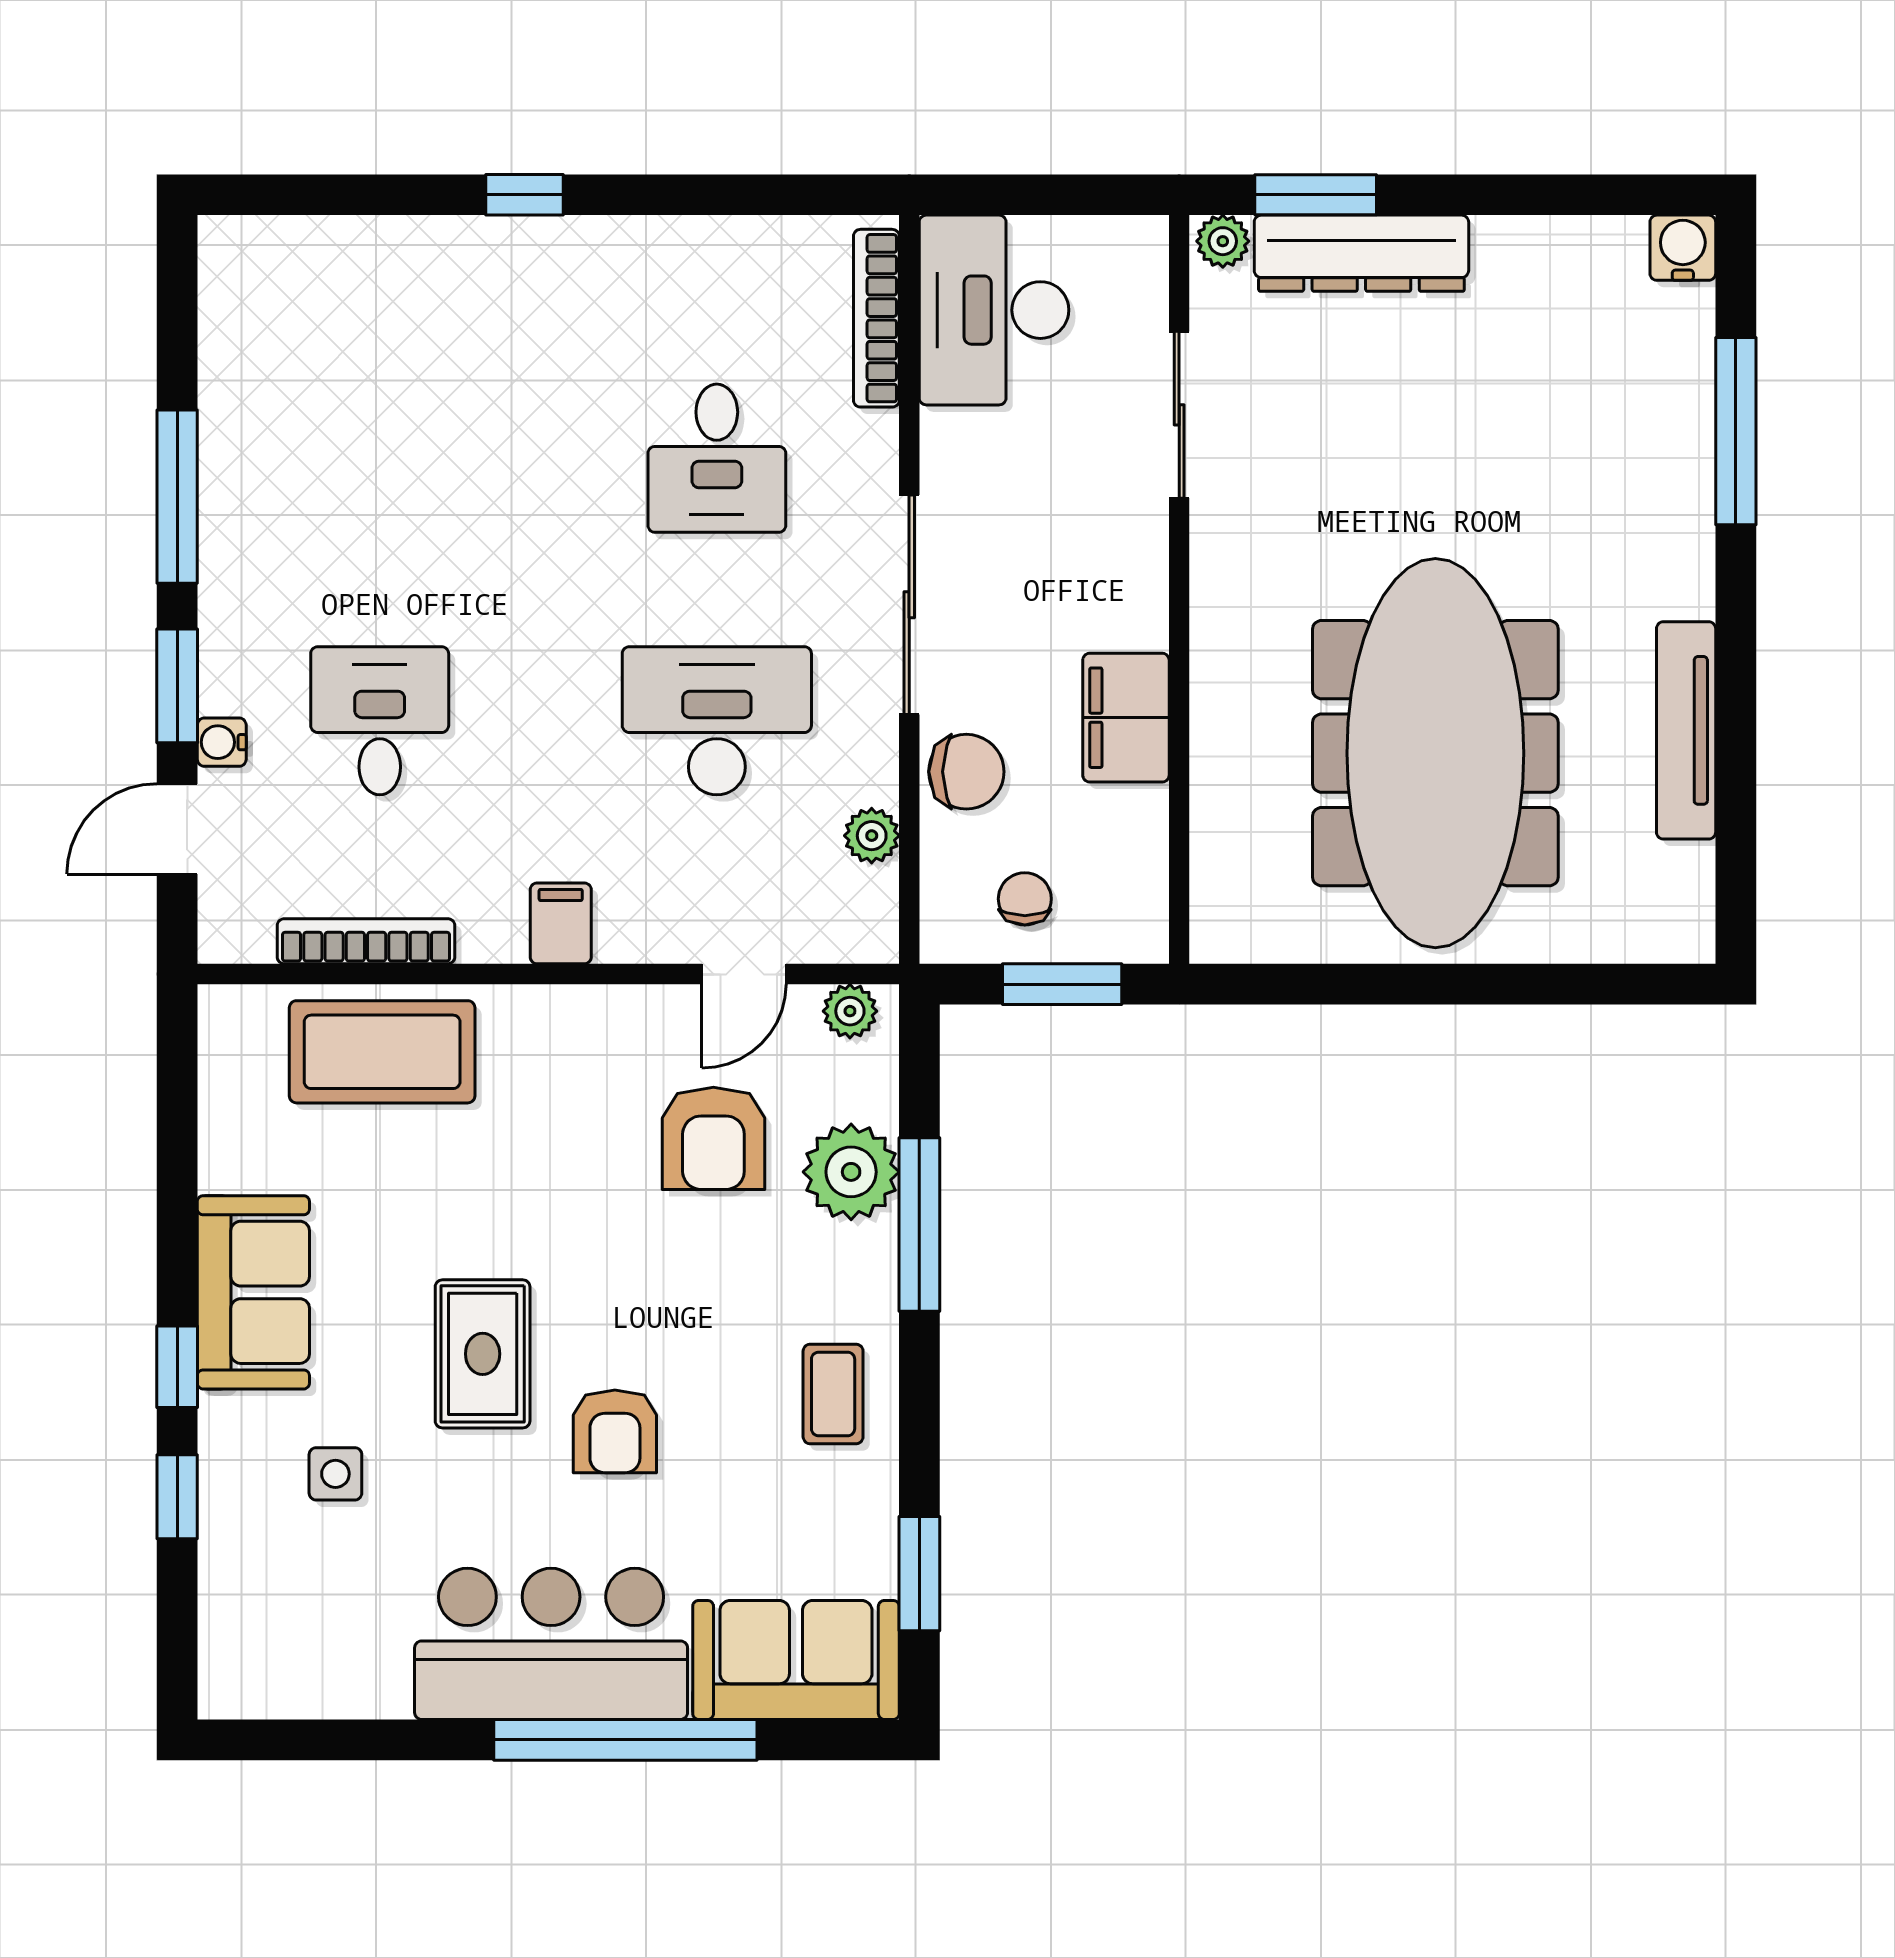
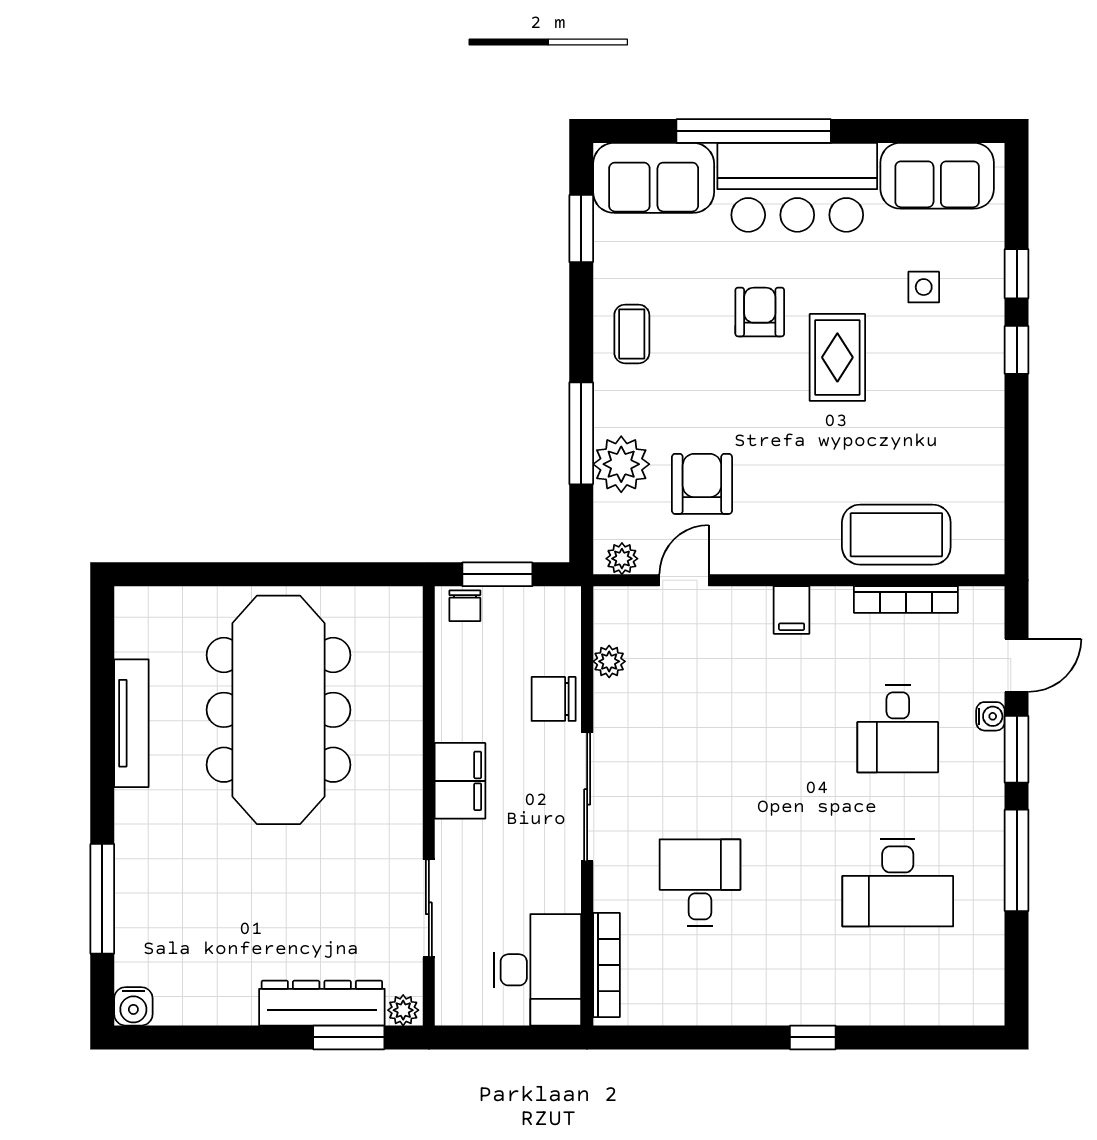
filing cabinet: (1126, 718) -> (460, 781), moved
desk: (717, 721) -> (898, 883), moved
chair: (1025, 899) -> (465, 606), moved
sofa: (253, 1292) -> (937, 176), moved, turned -90

